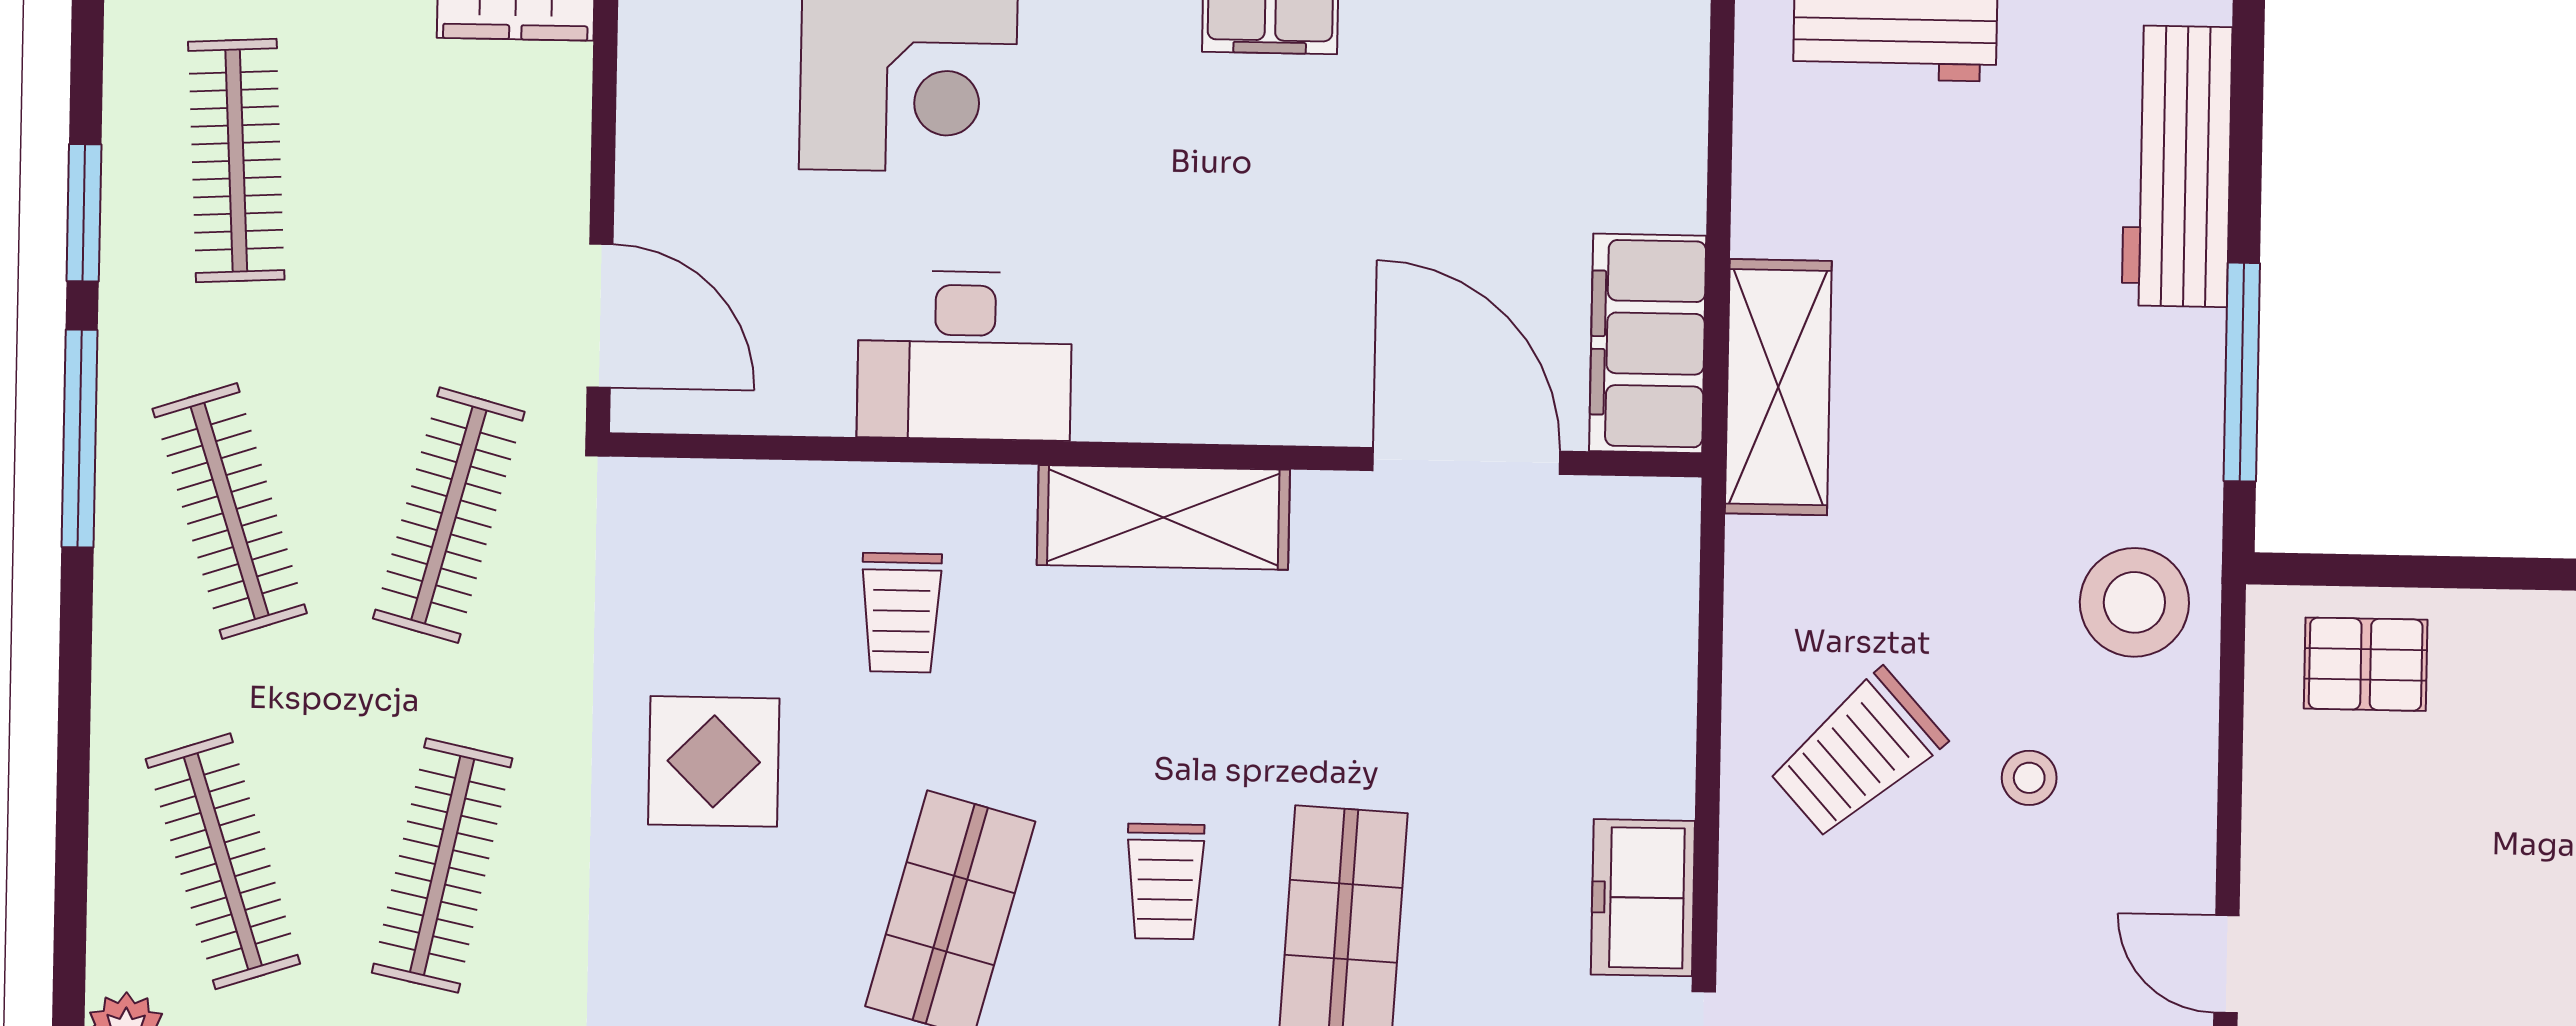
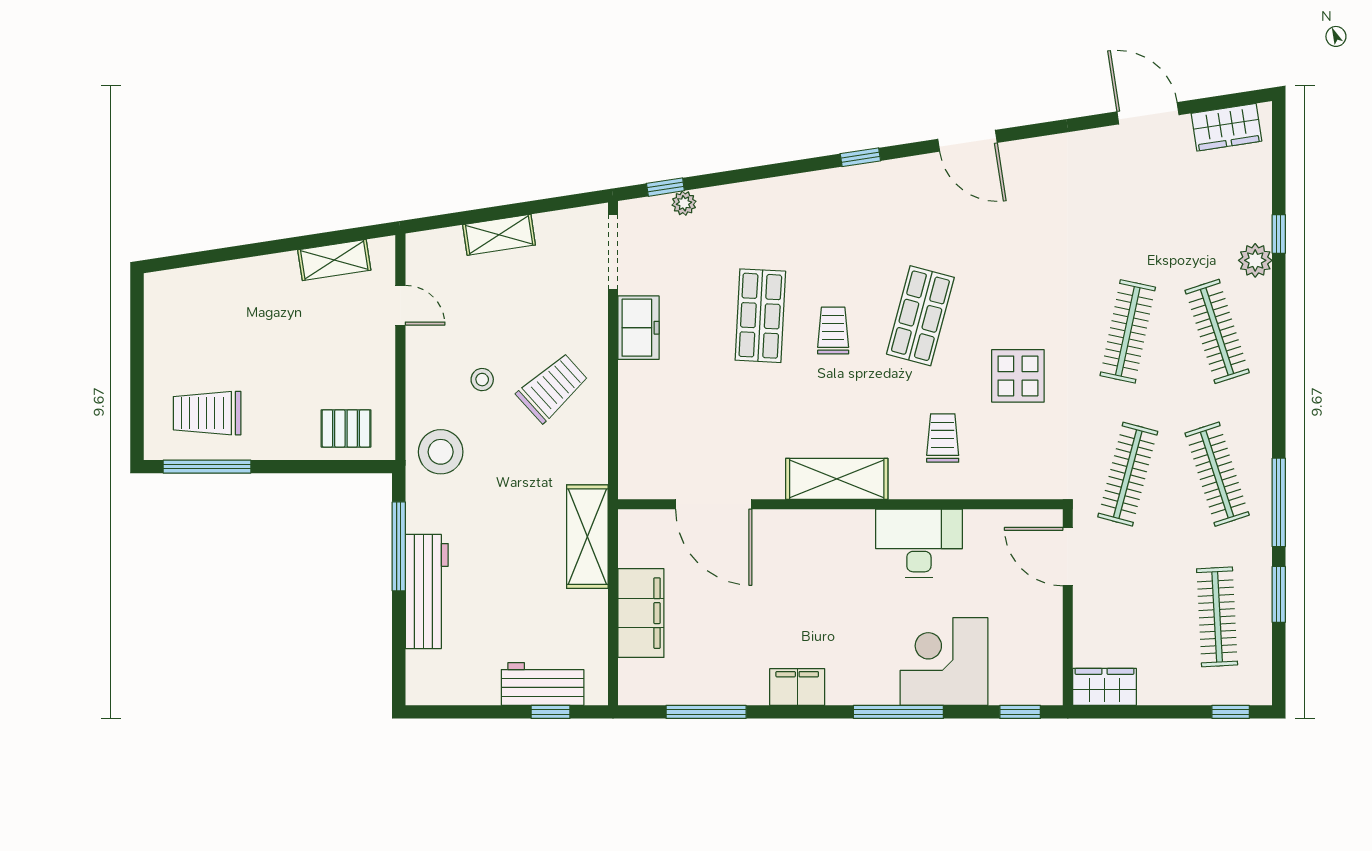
workbench: (2177, 166) -> (427, 591), moved
filing cabinet: (1648, 343) -> (641, 613), moved

